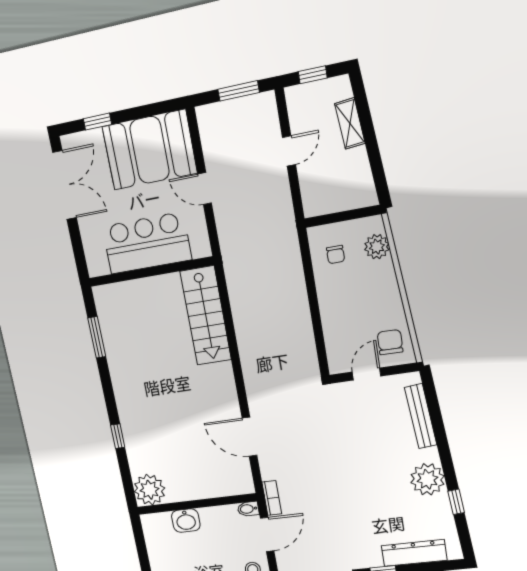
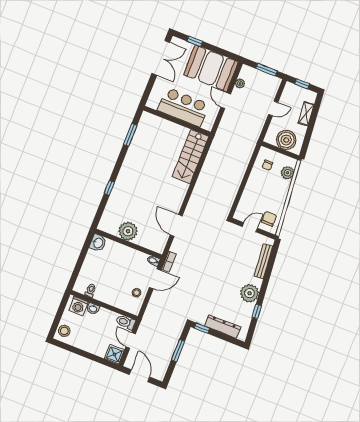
plant: (210, 144) -> (240, 83), added
boiler: (342, 192) -> (286, 140), added
plant: (149, 490) -> (128, 231), moved
washbasin: (186, 521) -> (98, 243), moved, turned -90

